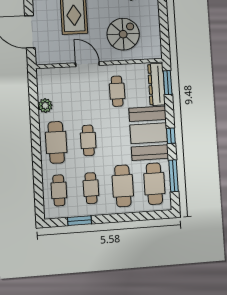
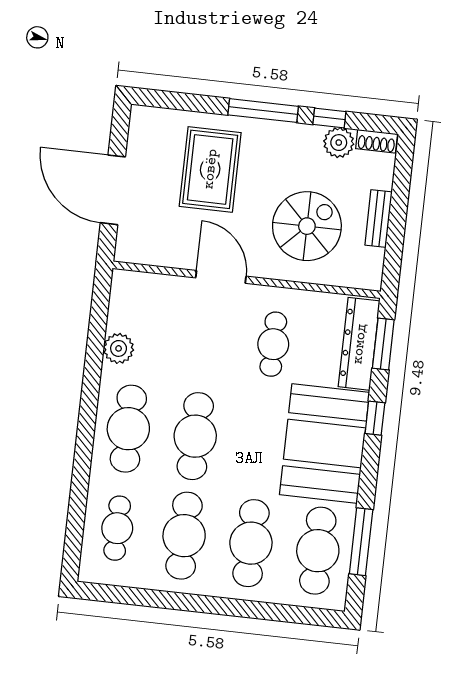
bench: (155, 25) -> (378, 219), added
window: (171, 136) -> (375, 418), moved
cafe table: (88, 140) -> (195, 436), width x1.37, depth x1.35
cafe table: (91, 188) -> (184, 536), width x1.37, depth x1.35
window: (80, 221) -> (149, 598), removed

